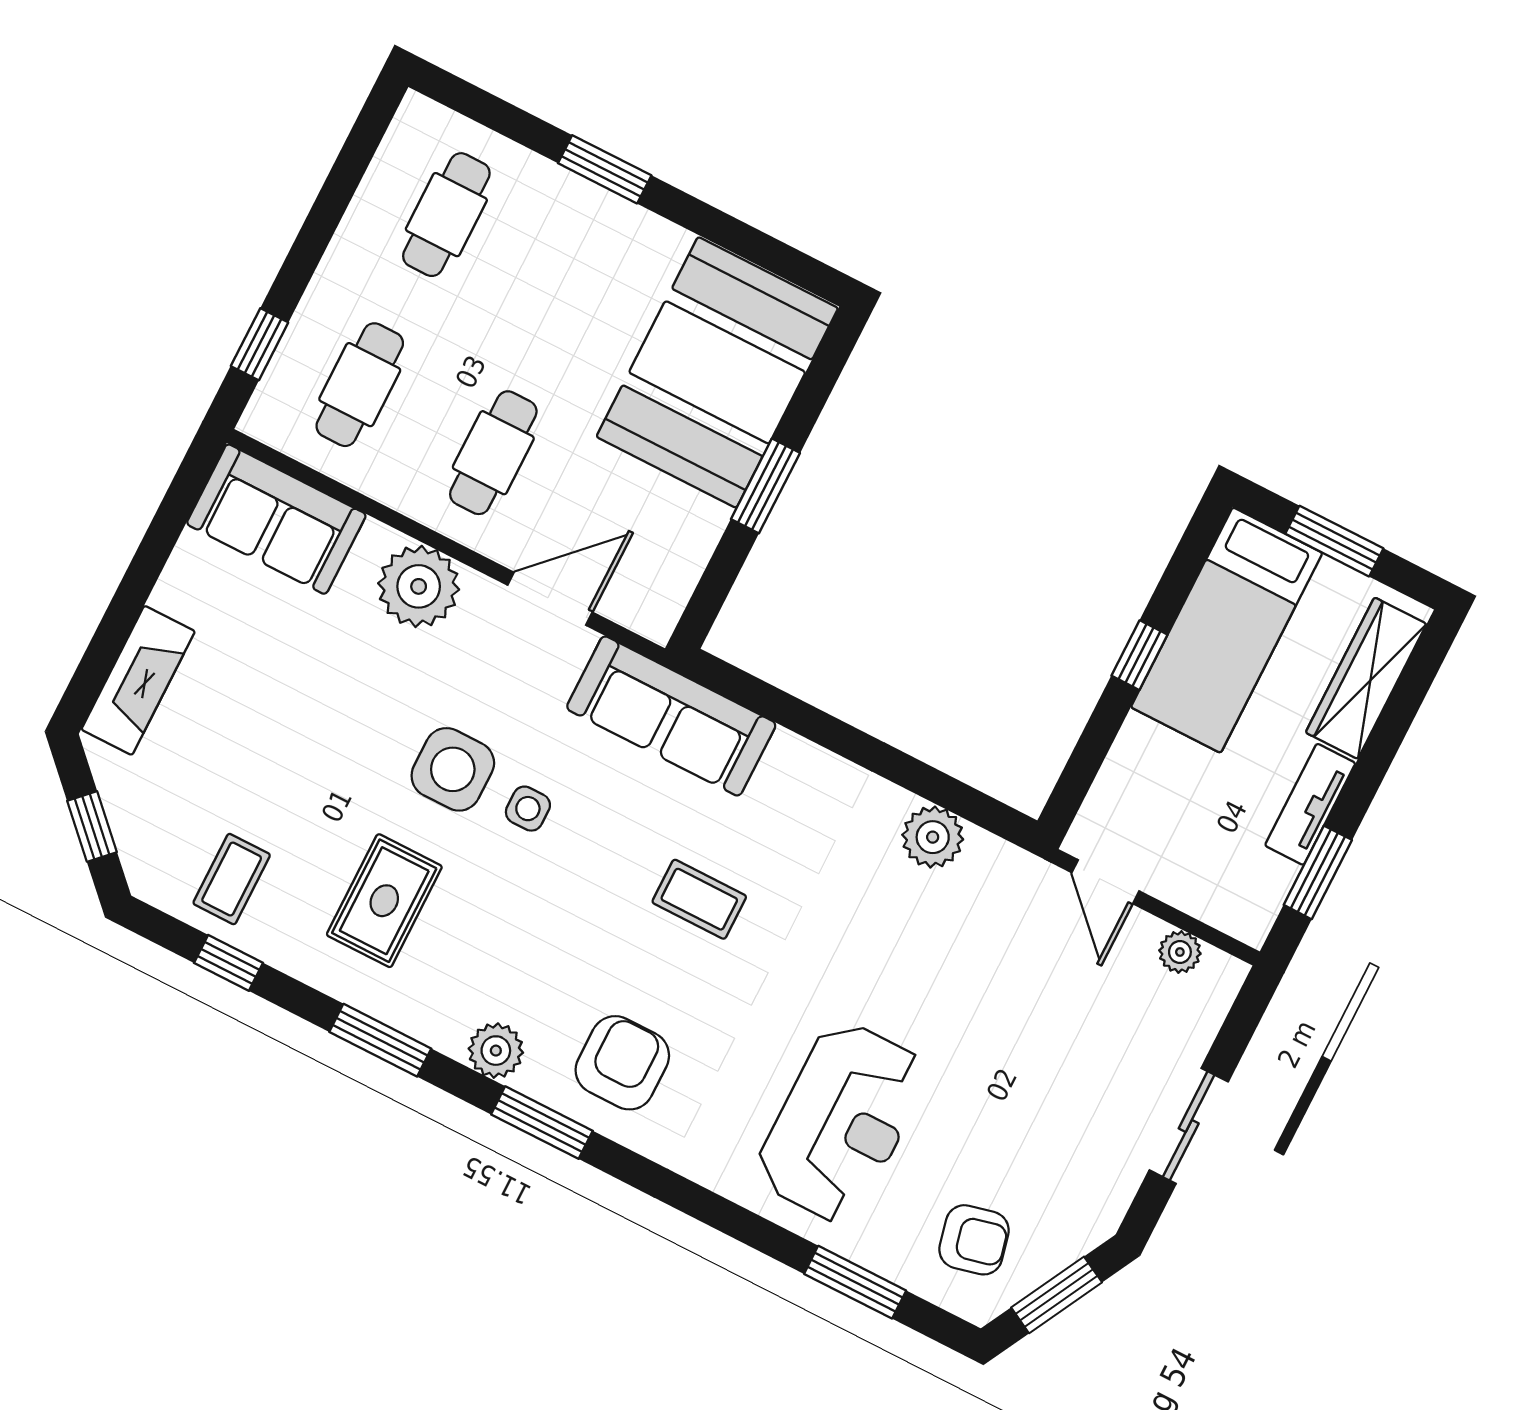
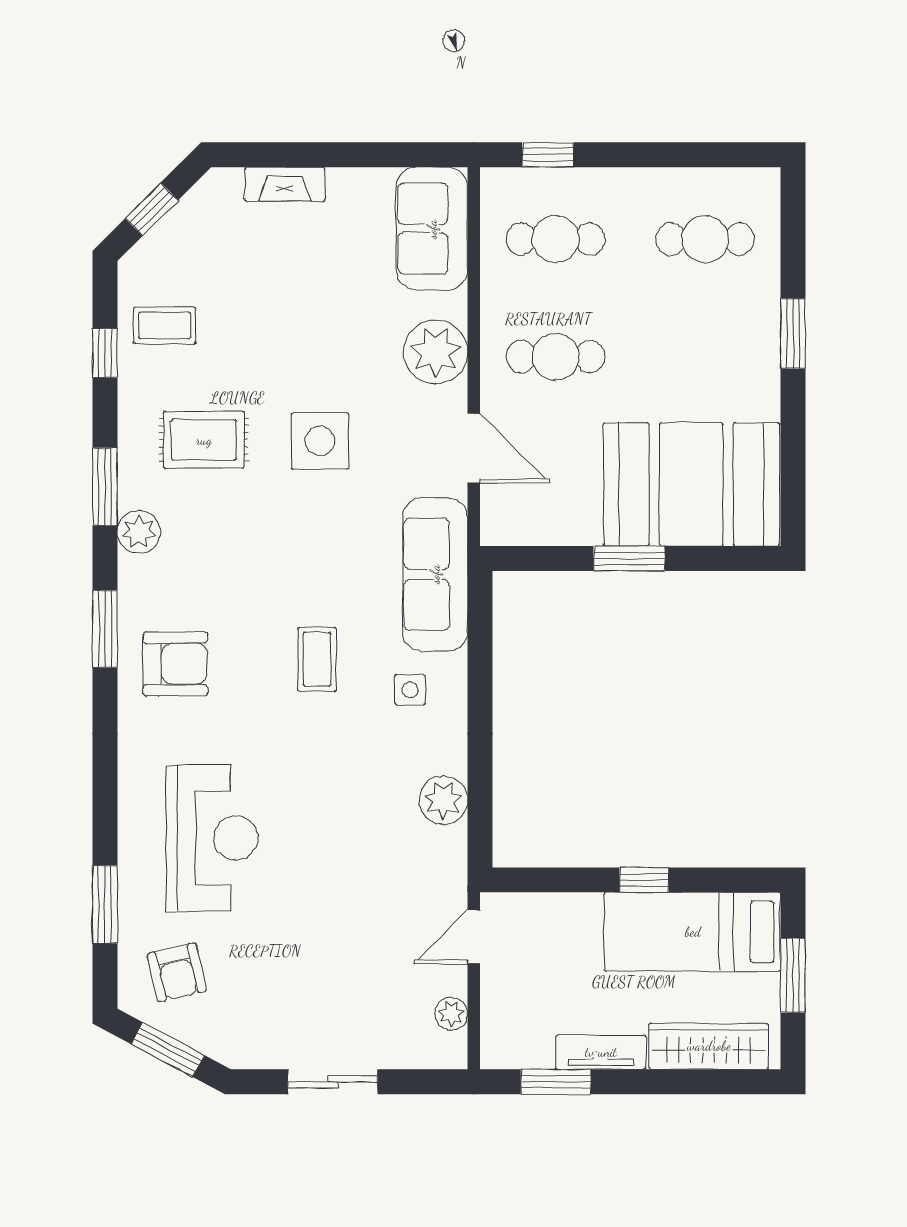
fireplace: (138, 680) -> (285, 184), width x0.73, depth x0.76
side table: (528, 809) -> (410, 690), moved
plant: (496, 1051) -> (139, 532), moved
reception desk: (842, 1122) -> (212, 838), turned -90

